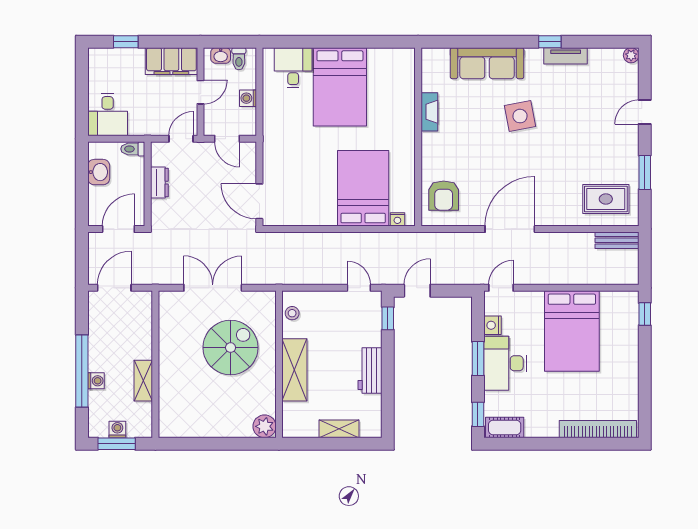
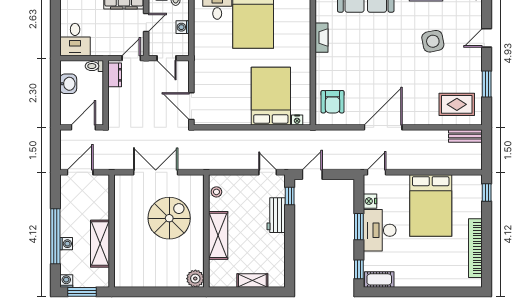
side table: (520, 116) -> (433, 41), moved
dresser: (159, 183) -> (115, 75), moved
workbench: (370, 370) -> (276, 215), moved
shelving: (143, 381) -> (100, 244), width x1.50, depth x1.33
washing machine: (117, 429) -> (66, 281), moved
bookcase: (598, 429) -> (475, 248), moved, turned -90

